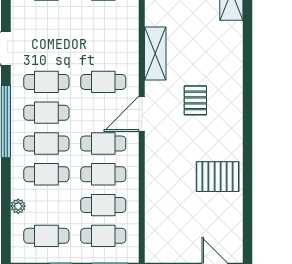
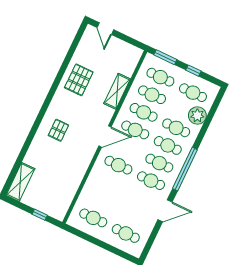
shelving: (155, 53) -> (117, 91), moved
pallet: (195, 100) -> (58, 130), moved
pallet: (218, 177) -> (79, 80), turned 90
plant: (18, 206) -> (197, 116), width x1.88, depth x1.88

